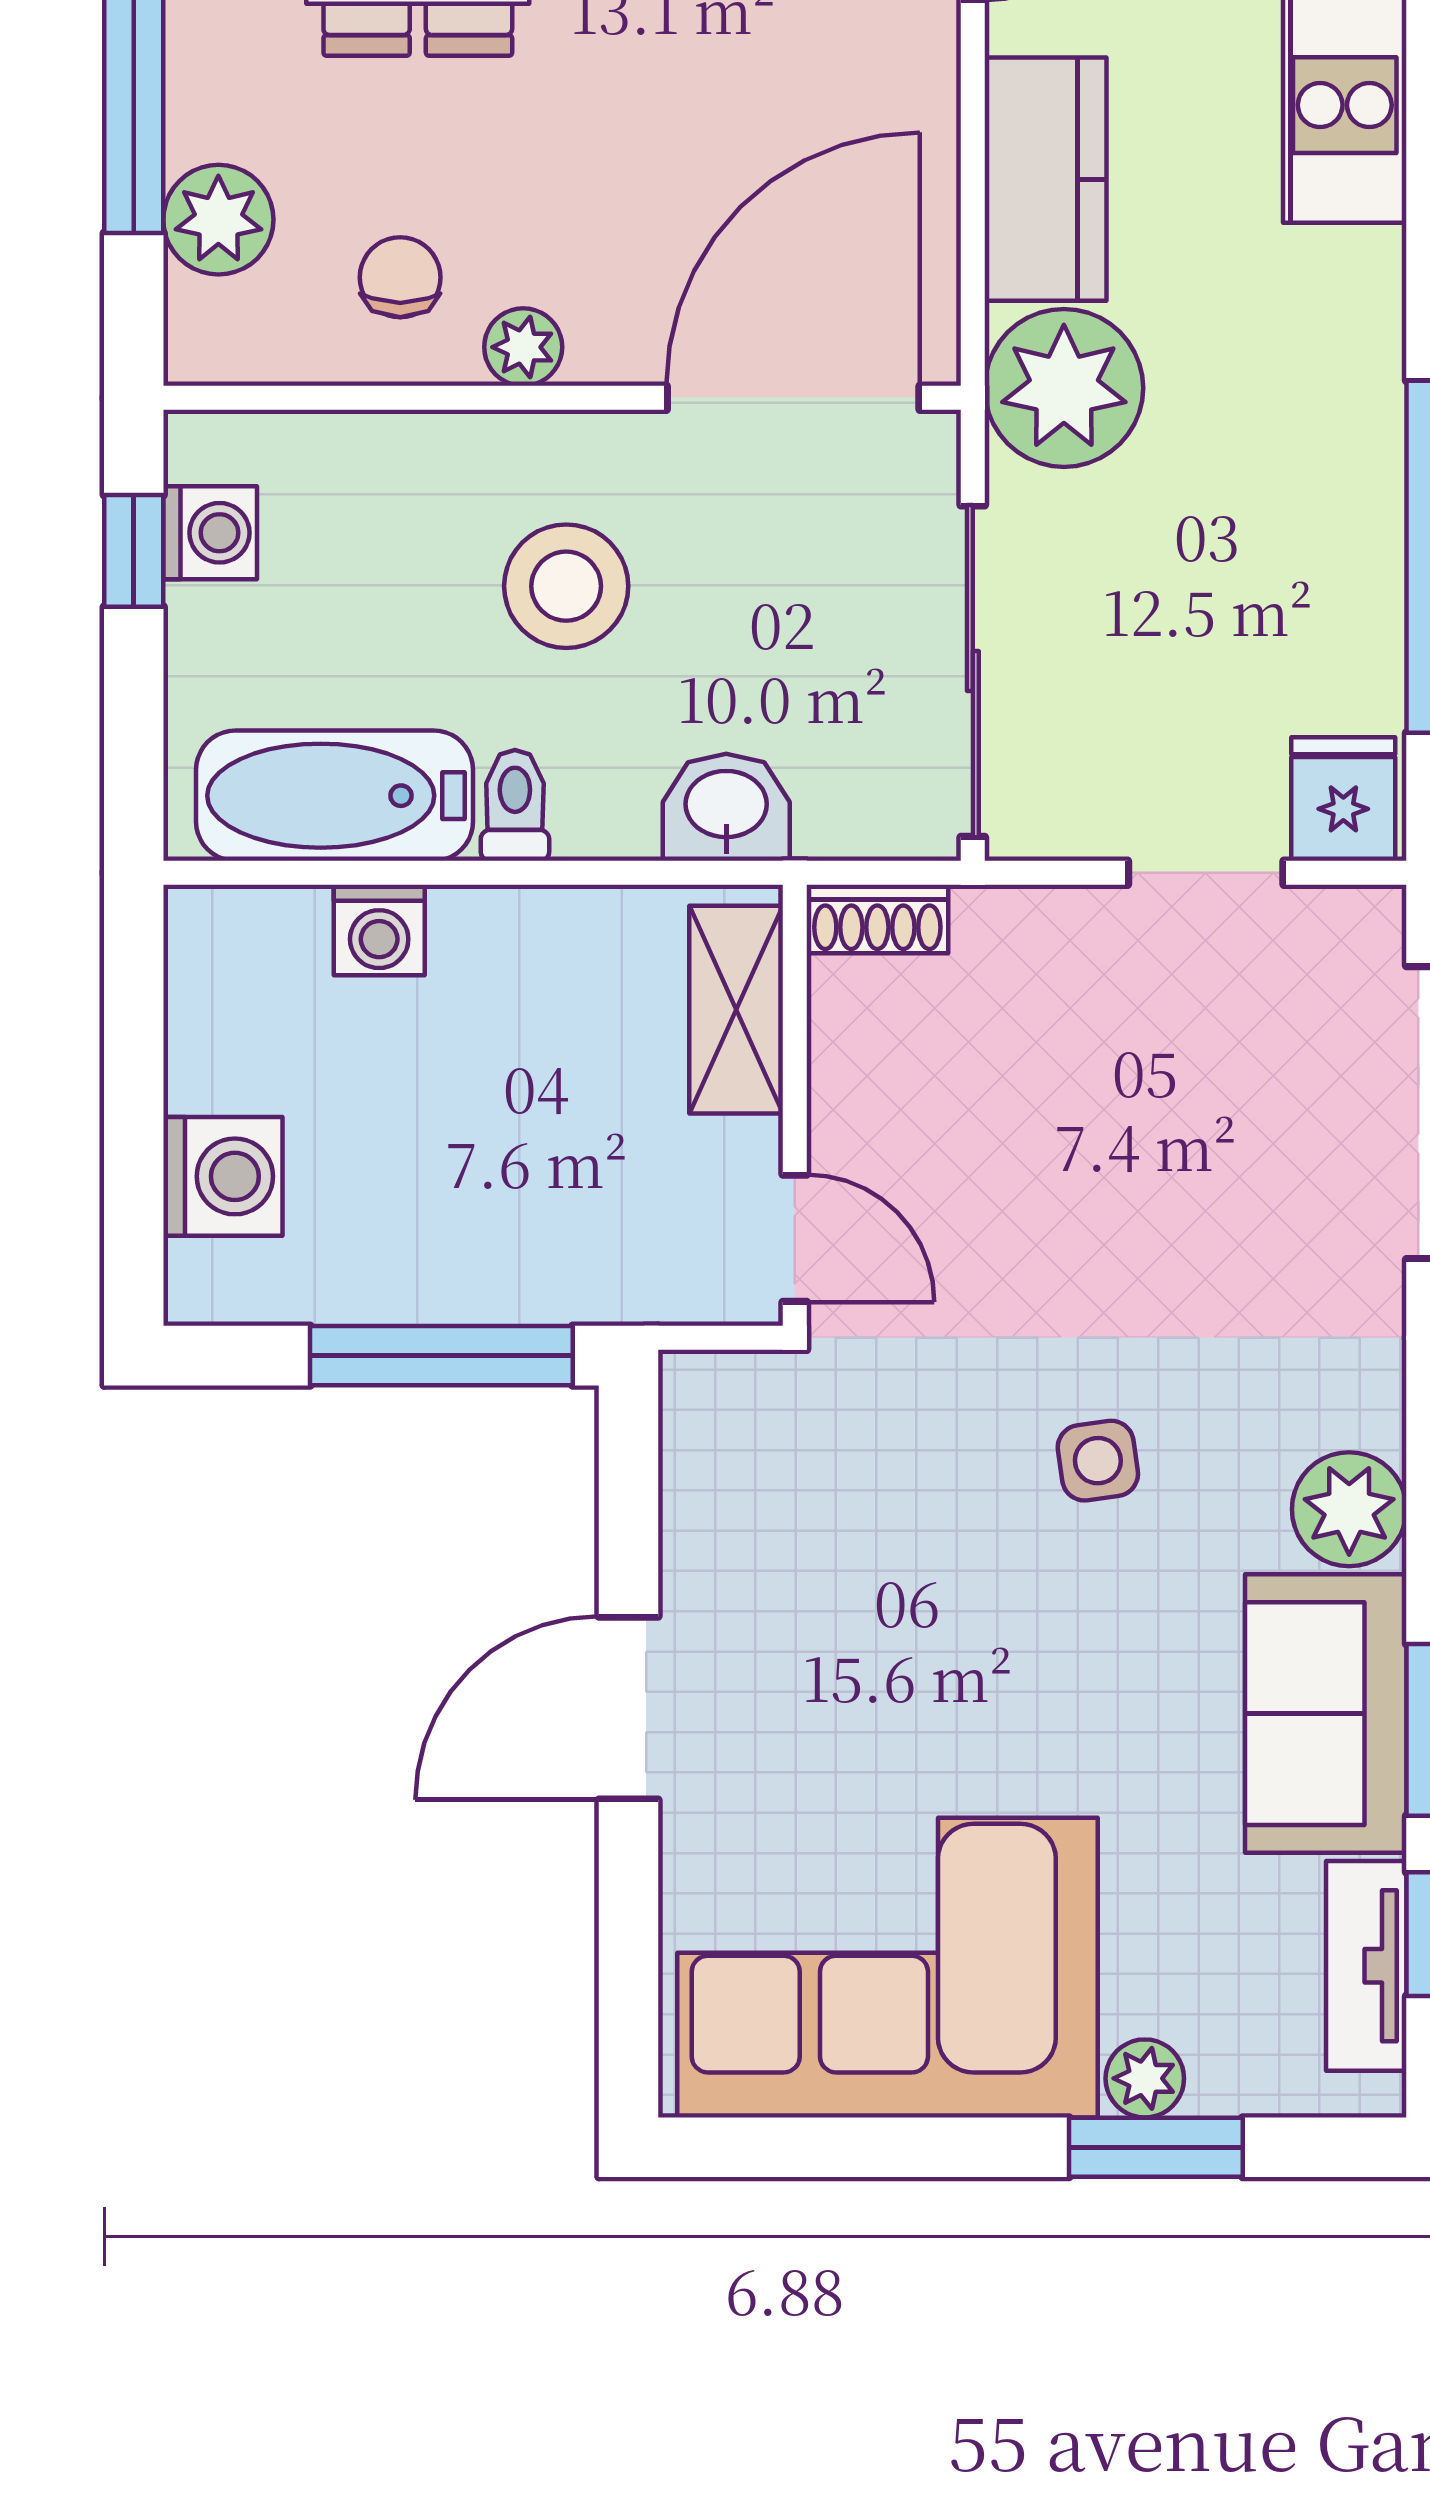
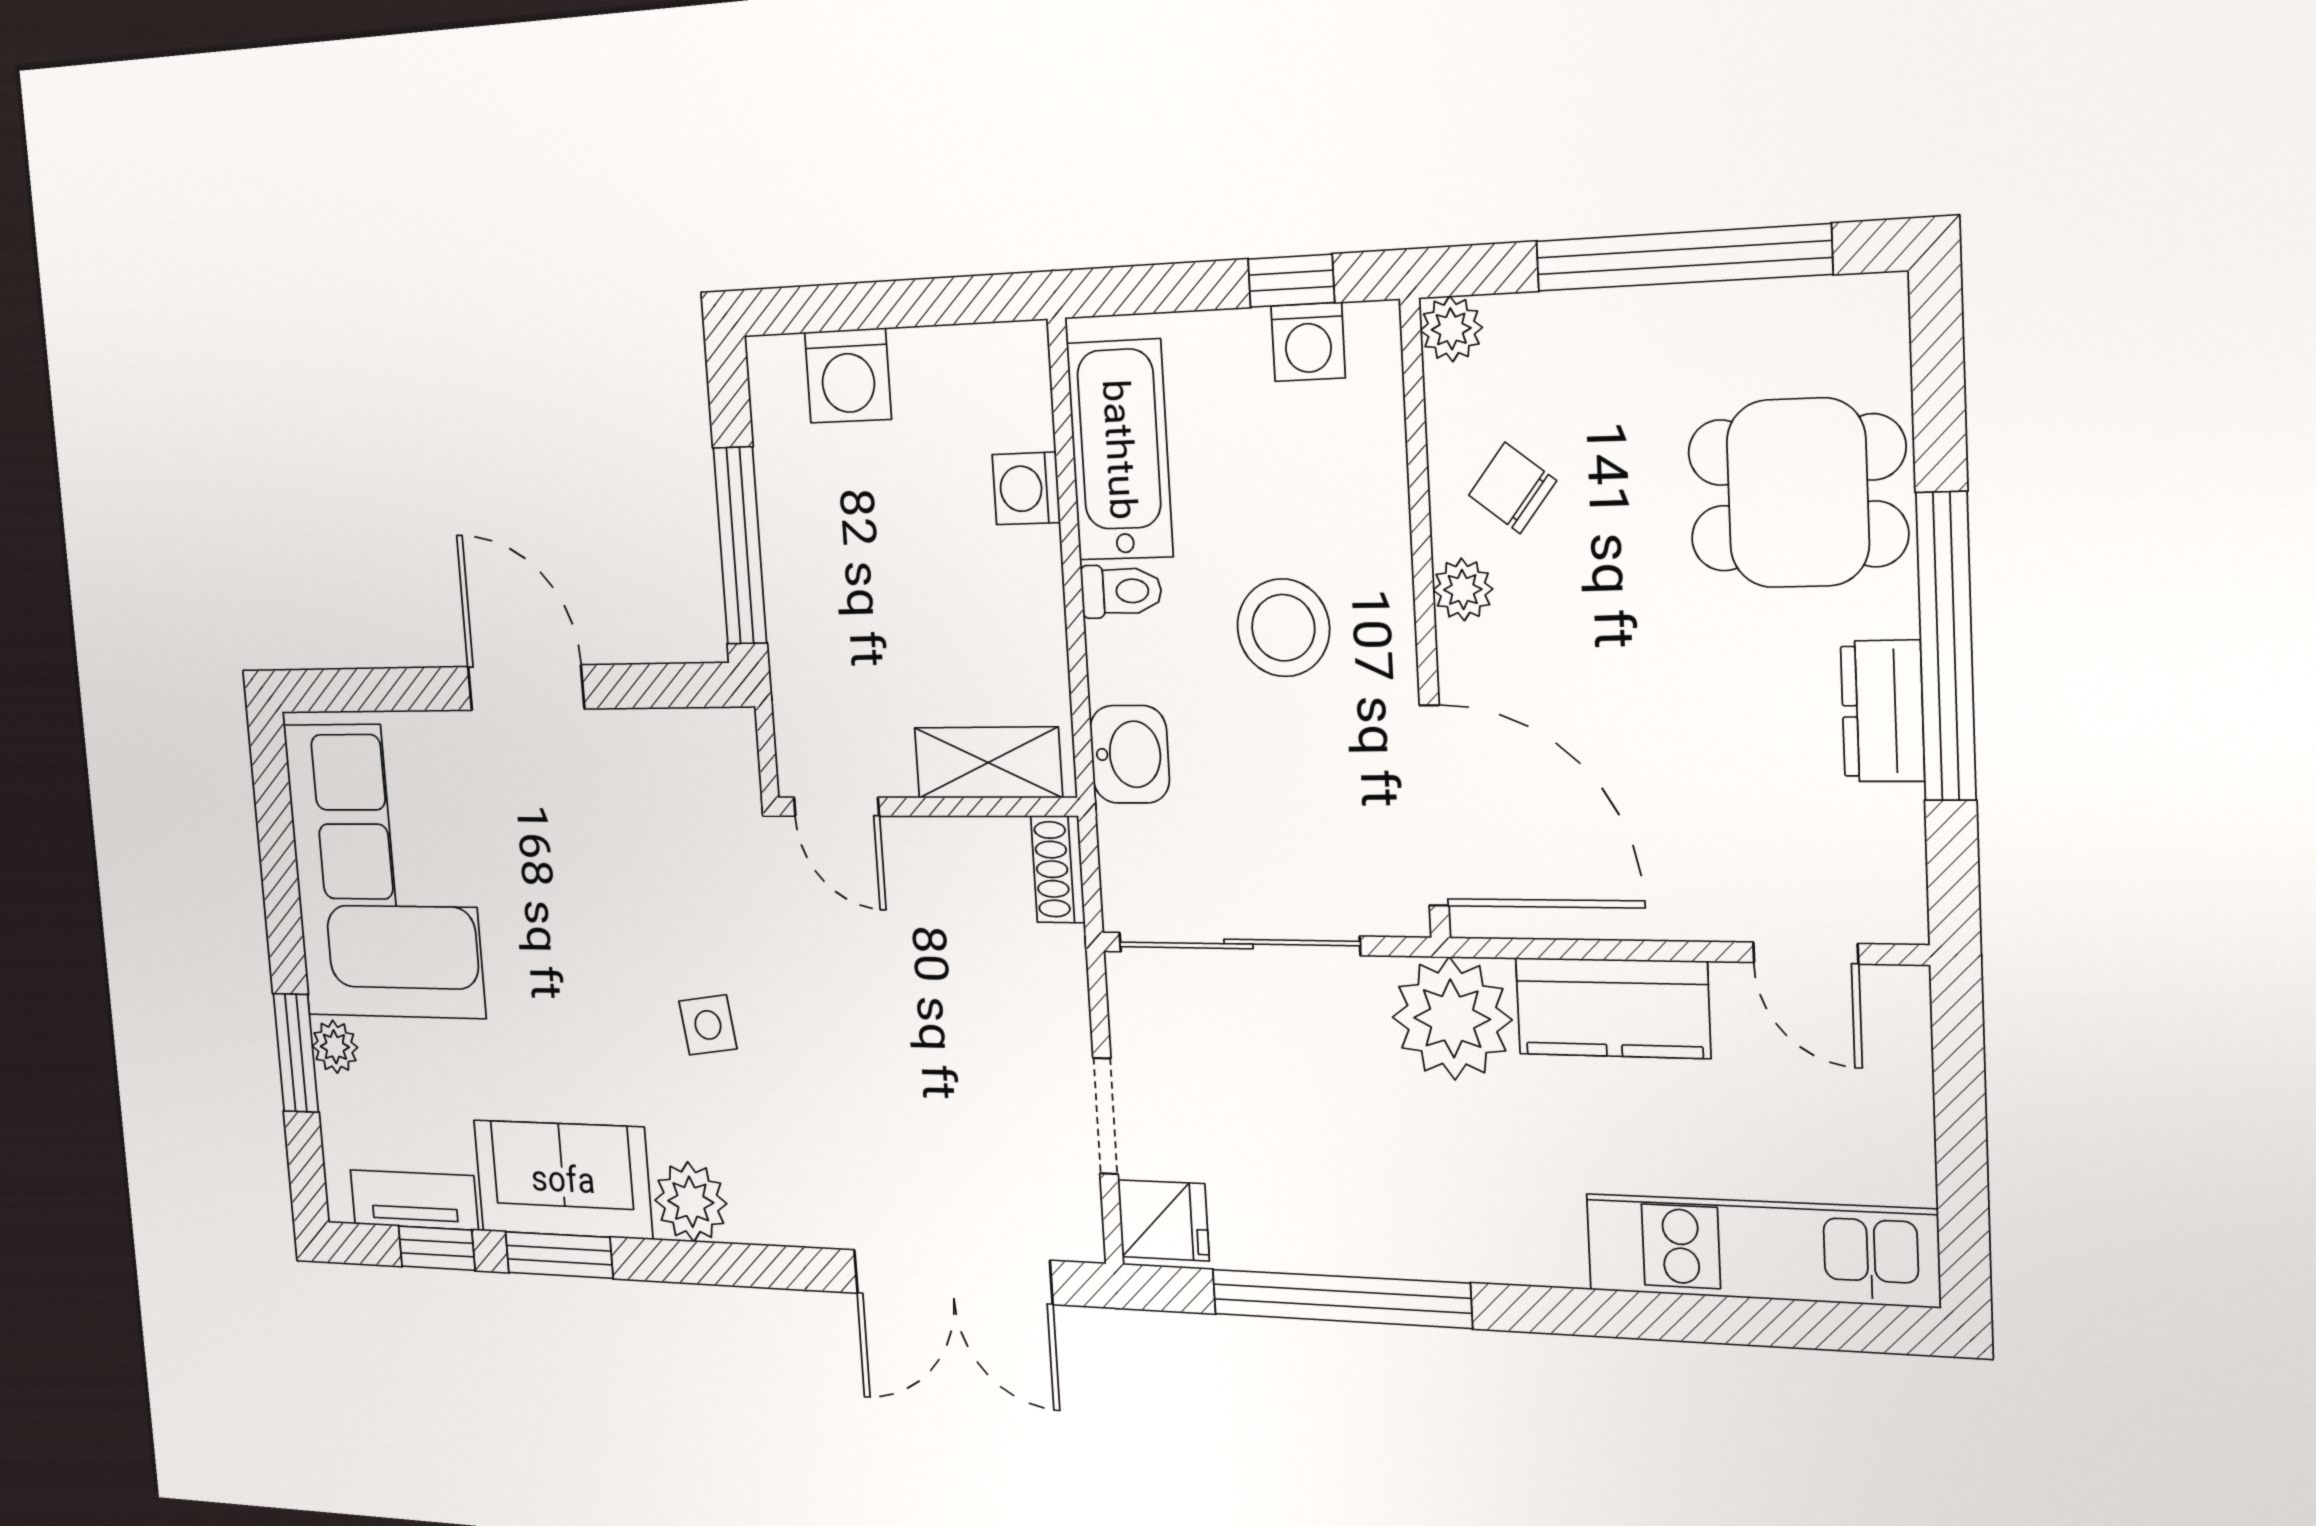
plant: (218, 220) -> (1451, 329), moved, width x0.73, depth x0.73
chair: (400, 277) -> (1513, 488), turned -142
door: (795, 1238) -> (836, 807), hinge flipped

